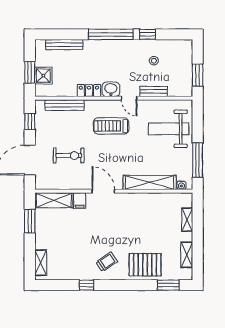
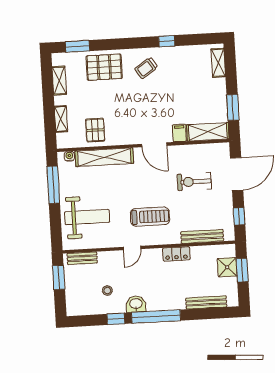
washbasin: (111, 89) -> (136, 304), moved, turned 180
bench: (154, 92) -> (82, 258), moved
door: (129, 98) -> (132, 248), swing flipped
pallet: (156, 208) -> (95, 130), added

